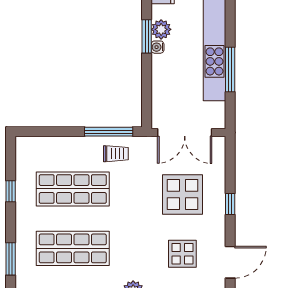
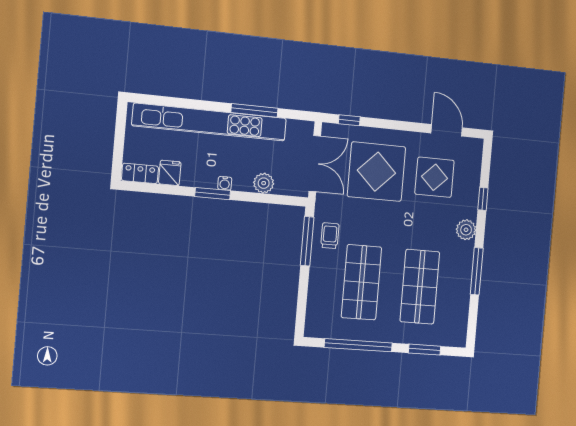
plant: (161, 29) -> (264, 183), moved
window: (11, 191) -> (358, 345), width x3.17
display table: (183, 194) -> (376, 172), width x1.36, depth x1.36
window: (230, 204) -> (349, 120), moved
display table: (182, 254) -> (435, 177), width x1.36, depth x1.36

